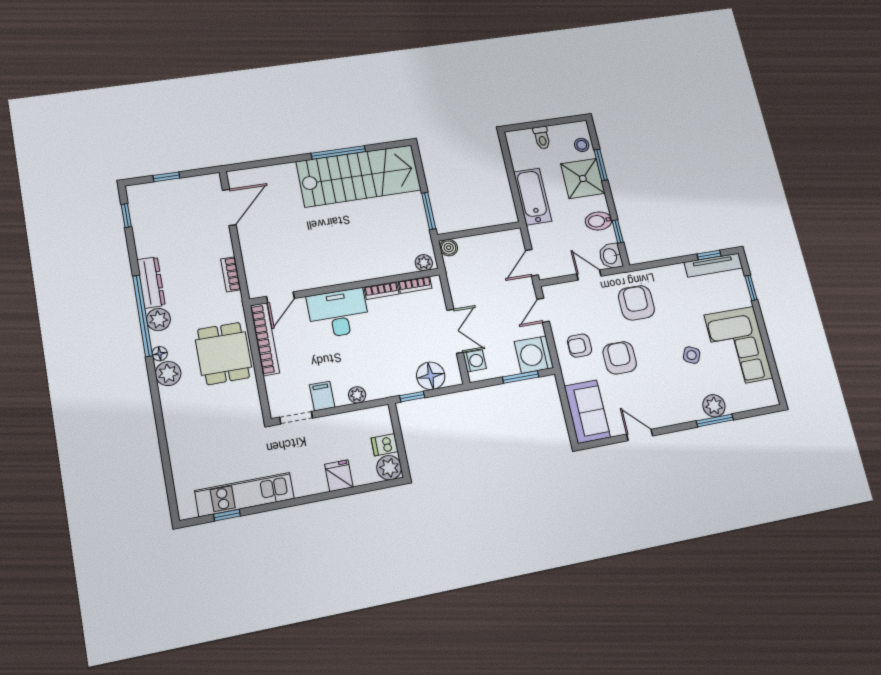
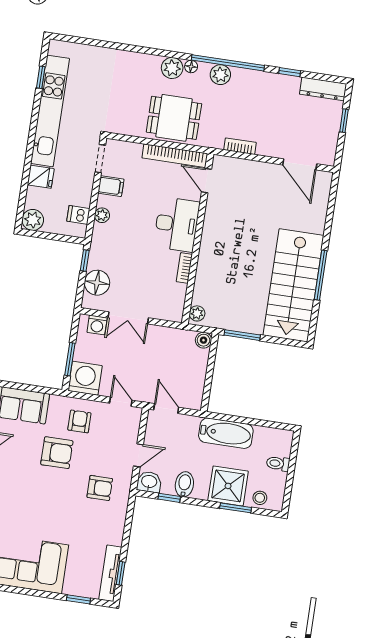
window: (126, 216) -> (290, 72), moved
dresser: (151, 282) -> (323, 89), moved
bookcase: (415, 285) -> (180, 299), removed
armchair: (636, 303) -> (100, 488), width x0.72, depth x0.72
side table: (692, 355) -> (37, 518), removed
dishwasher: (385, 445) -> (78, 215), moved, turned -90
kitchen unit: (245, 495) -> (50, 111), width x1.36

